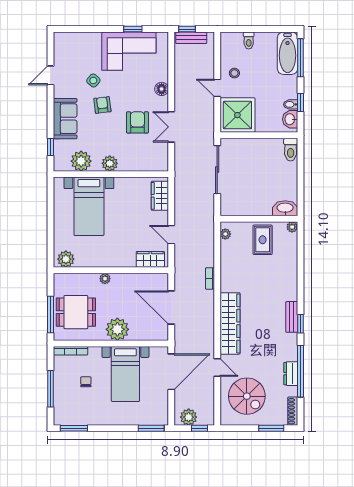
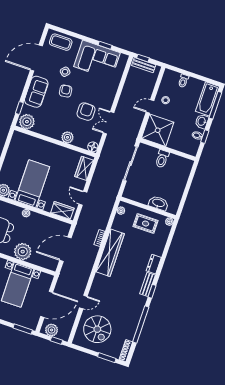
coffee table: (75, 44) -> (61, 42), added
door: (51, 75) -> (36, 58), width x1.87
door: (217, 88) -> (150, 106), hinge flipped
floor lamp: (162, 89) -> (93, 147), moved
washbasin: (290, 119) -> (202, 121), moved
toilet: (291, 150) -> (162, 159), moved
plant: (81, 161) -> (27, 122), moved
plant: (110, 163) -> (67, 137), moved
bed with nightstands: (89, 206) -> (32, 184), moved, turned 180
washbasin: (285, 208) -> (158, 203), moved
rug: (263, 240) -> (146, 224), turned 90
door: (171, 308) -> (65, 249), hinge flipped
wardrobe: (230, 323) -> (110, 253), moved
door: (217, 367) -> (83, 302), hinge flipped
door: (171, 372) -> (47, 304), moved
dresser: (291, 374) -> (154, 264), moved

